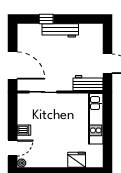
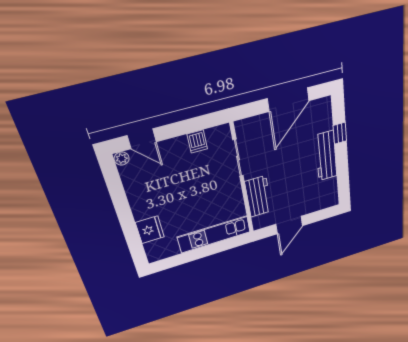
door: (13, 65) -> (288, 100), moved
workbench: (88, 83) -> (258, 196), moved
dishwasher: (24, 130) -> (197, 142), moved

